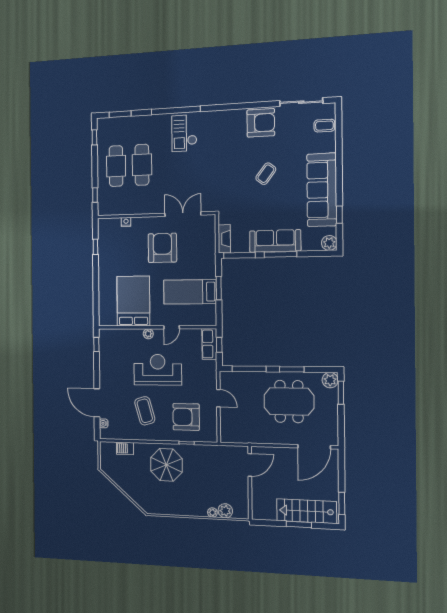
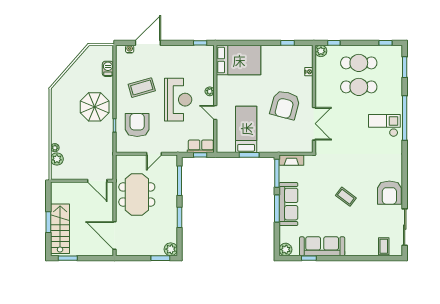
sofa: (322, 190) -> (322, 246), width x0.74, depth x0.79
plant: (104, 209) -> (321, 51), added
armchair: (162, 248) -> (285, 105), turned 105
bed: (133, 301) -> (239, 60), moved
meeting table: (289, 402) -> (137, 194), moved

